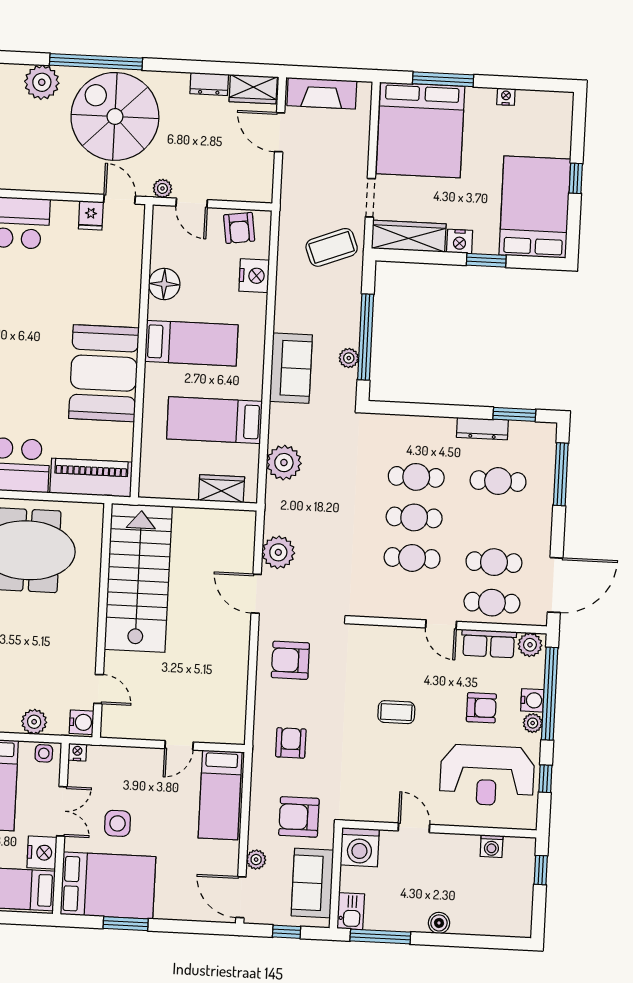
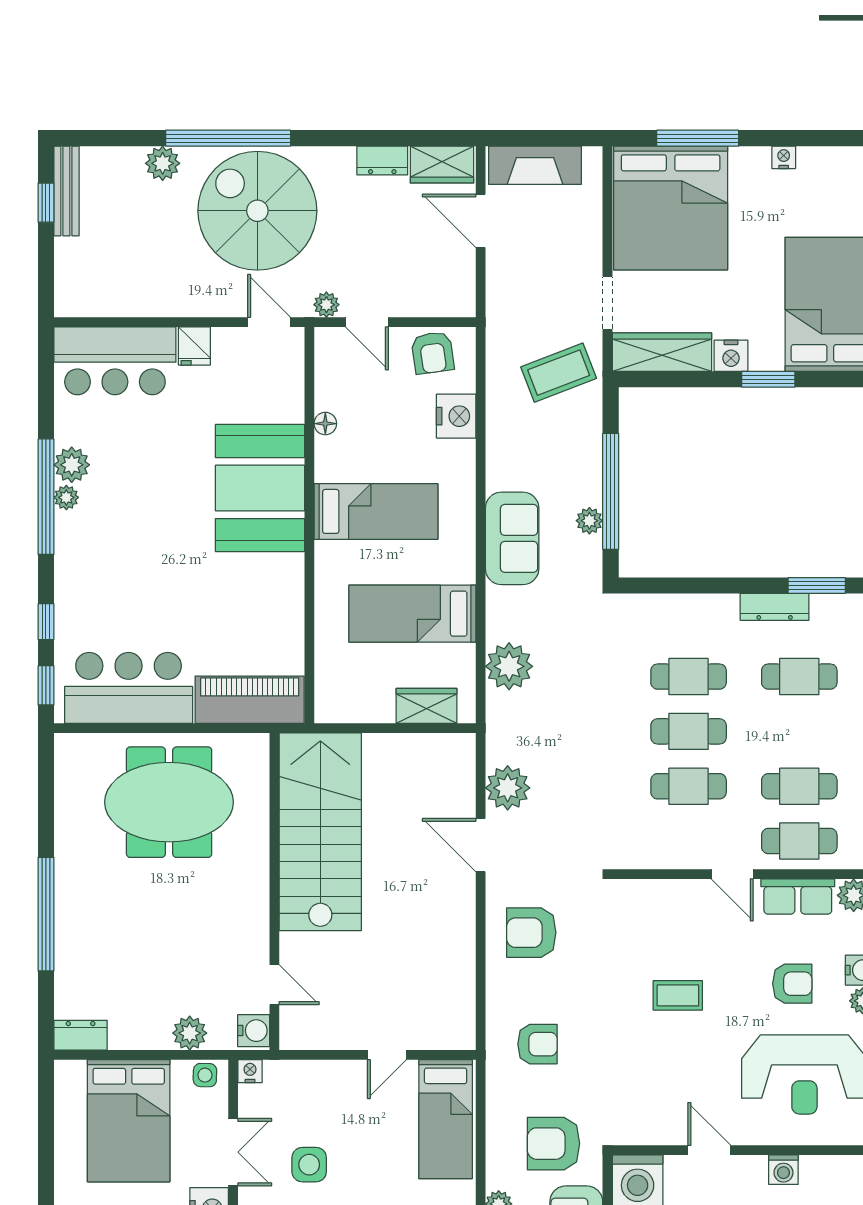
plant: (42, 82) -> (163, 163), width x0.73, depth x0.73
fridge: (91, 215) -> (194, 346), moved
floor lamp: (164, 284) -> (325, 424), width x0.53, depth x0.53
booth: (104, 373) -> (260, 488), moved
armchair: (291, 743) -> (538, 1044), turned 90
washing machine: (492, 846) -> (783, 1170), moved

